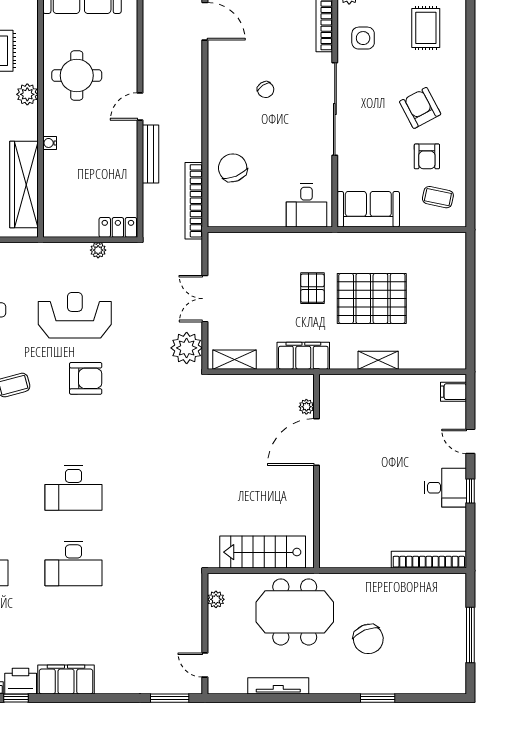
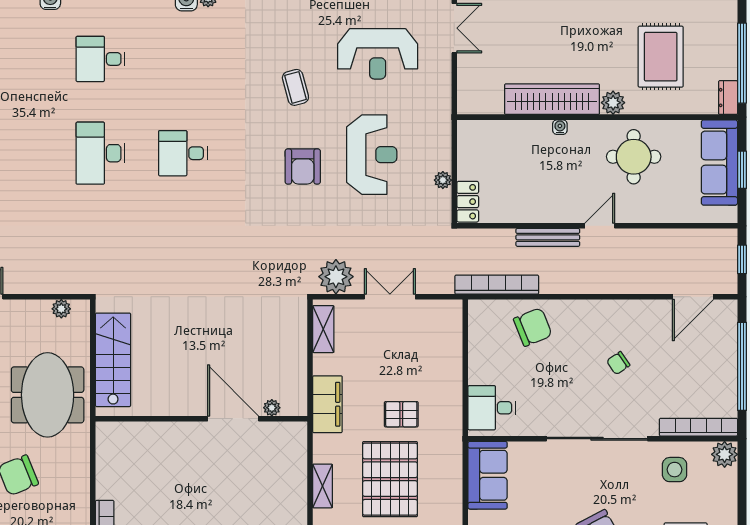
door: (140, 106) -> (600, 226), hinge flipped
wardrobe: (24, 185) -> (552, 99), moved
desk: (73, 488) -> (183, 153), width x0.73

